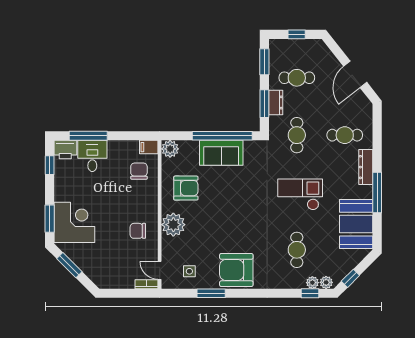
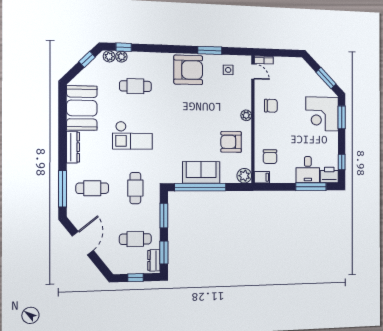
dresser: (276, 103) -> (154, 260), moved
dresser: (366, 167) -> (73, 147), moved
window: (377, 192) -> (62, 189), moved
plant: (173, 225) -> (246, 115), width x0.53, depth x0.53
cafe table: (297, 250) -> (135, 86), turned 90

